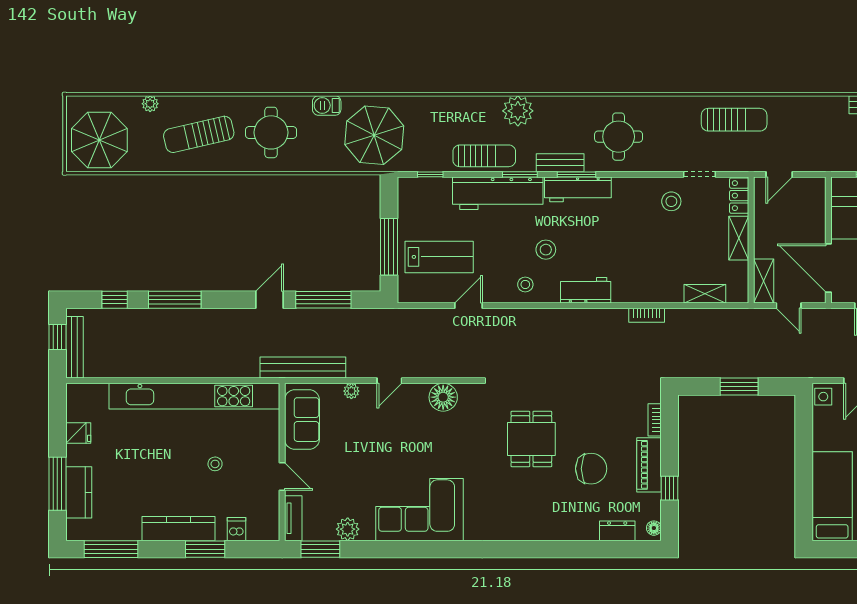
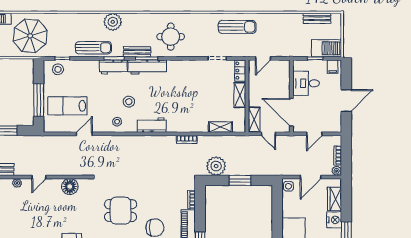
workbench: (498, 193) -> (113, 67), width x0.53, depth x0.76
stool: (671, 201) -> (58, 69), moved
lab bench: (439, 257) -> (67, 106), turned 180
plant: (698, 362) -> (216, 166), added
dining table: (531, 439) -> (121, 211), turned 90

